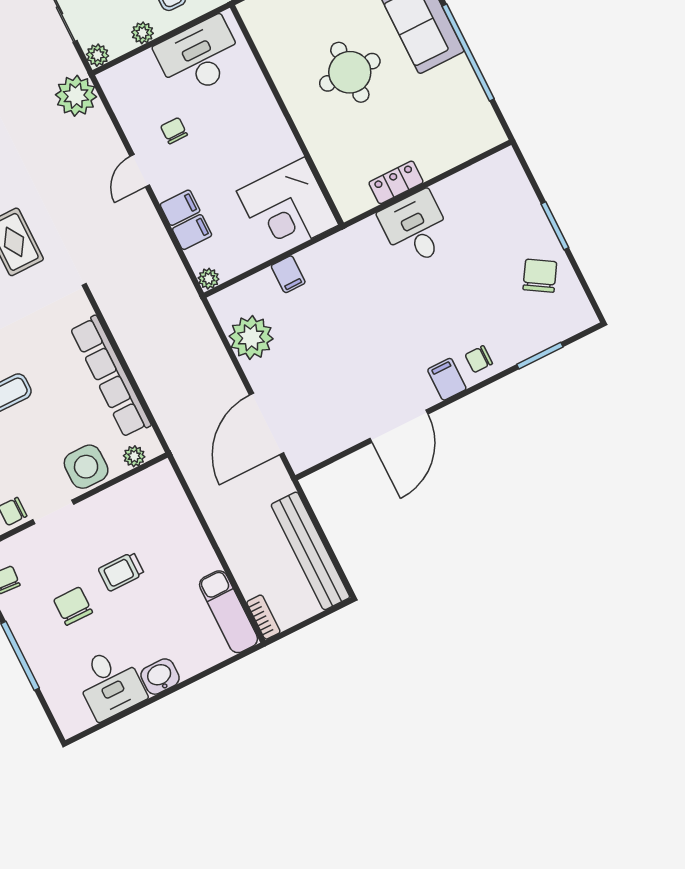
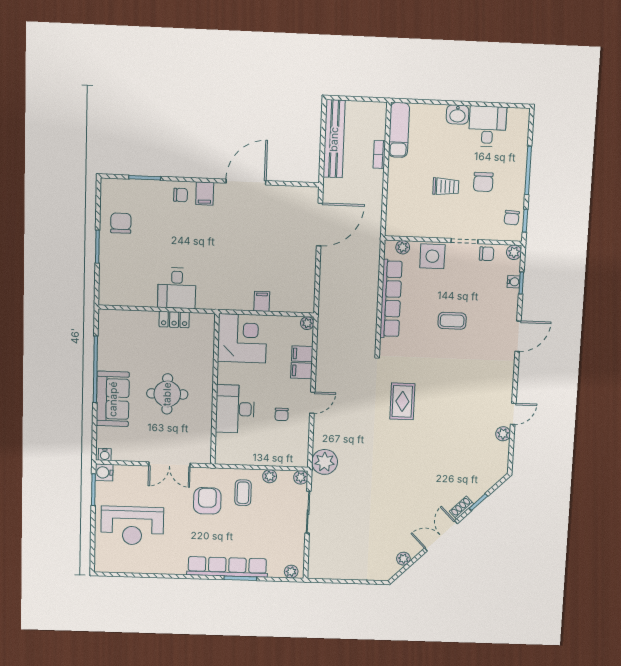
desk: (199, 57) -> (235, 409), moved, turned 90
chair: (540, 276) -> (121, 223), turned 148
plant: (251, 338) -> (302, 278), removed
bookcase: (263, 617) -> (379, 154), moved

